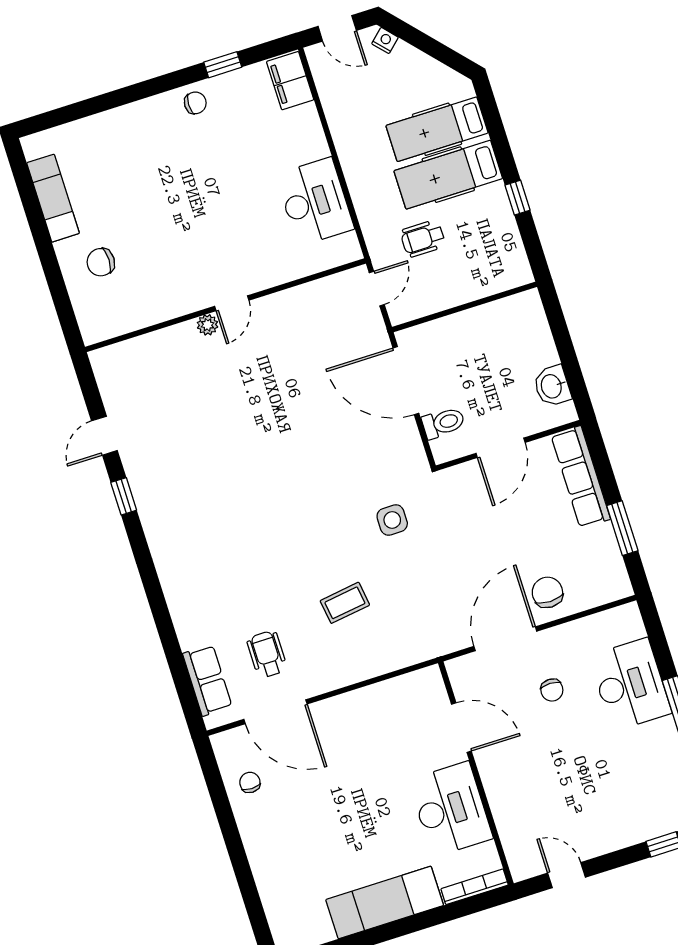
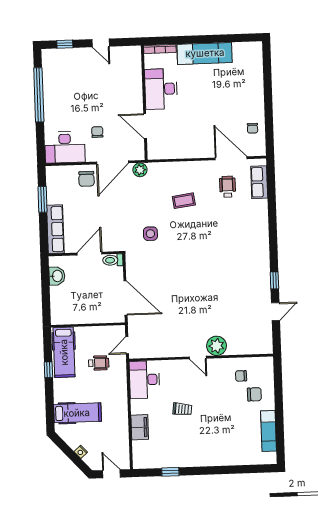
nightstand: (385, 40) -> (81, 452), moved
filing cabinet: (290, 81) -> (140, 427), moved
chair: (195, 103) -> (241, 376), moved
hospital bed: (448, 175) -> (64, 352), moved, turned 90
trolley: (234, 194) -> (182, 409), added
desk: (315, 202) -> (144, 380), moved
door: (232, 303) -> (198, 358), swing flipped
plant: (207, 325) -> (216, 346), width x1.88, depth x1.88
toilet: (443, 423) -> (113, 260), moved
plant: (448, 639) -> (140, 170), added
wheelchair: (267, 654) -> (227, 187), turned 180
desk: (630, 684) -> (65, 147), moved, turned -90
door: (567, 875) -> (101, 43), moved

